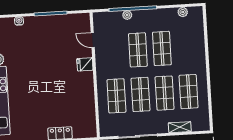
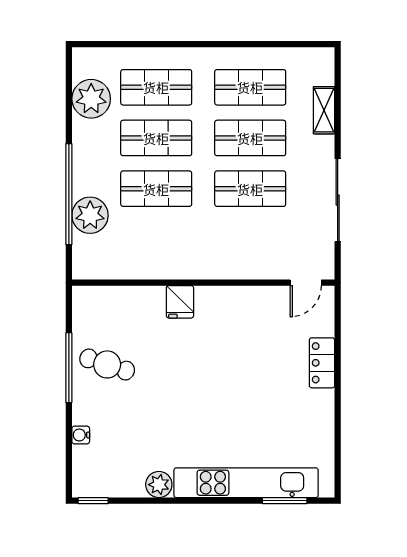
plant: (183, 12) -> (91, 99), width x1.87, depth x1.87
plant: (127, 15) -> (90, 215), width x1.87, depth x1.87
cafe table: (53, 32) -> (107, 364), added
door: (93, 40) -> (306, 283), moved
shop shelf: (116, 96) -> (156, 87), moved

